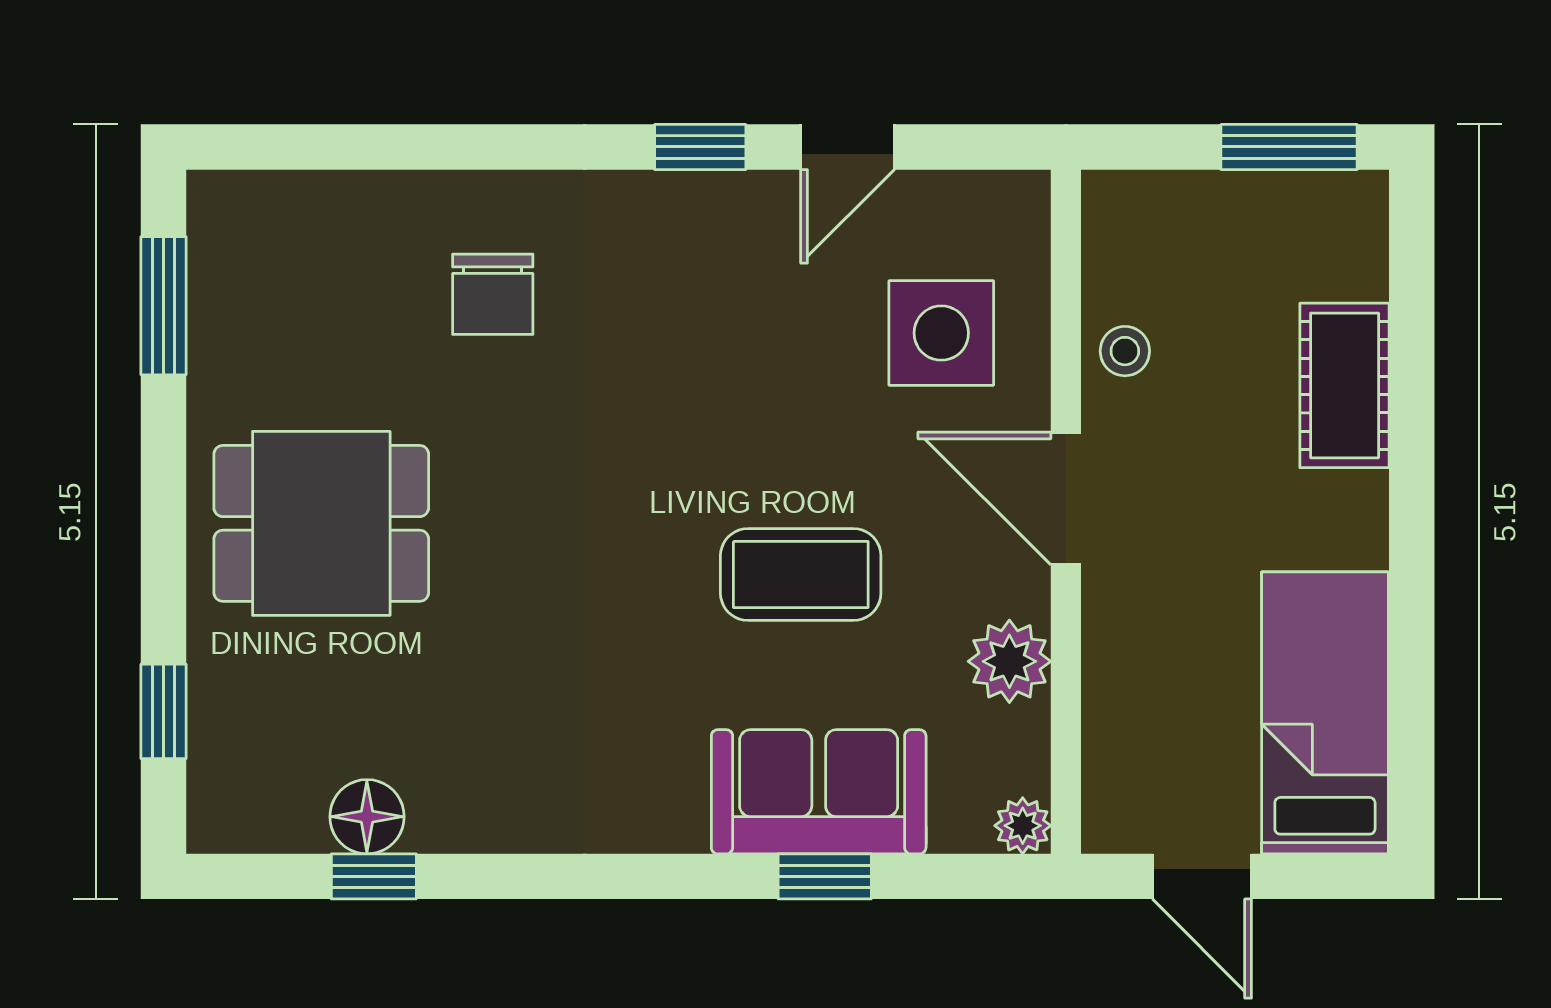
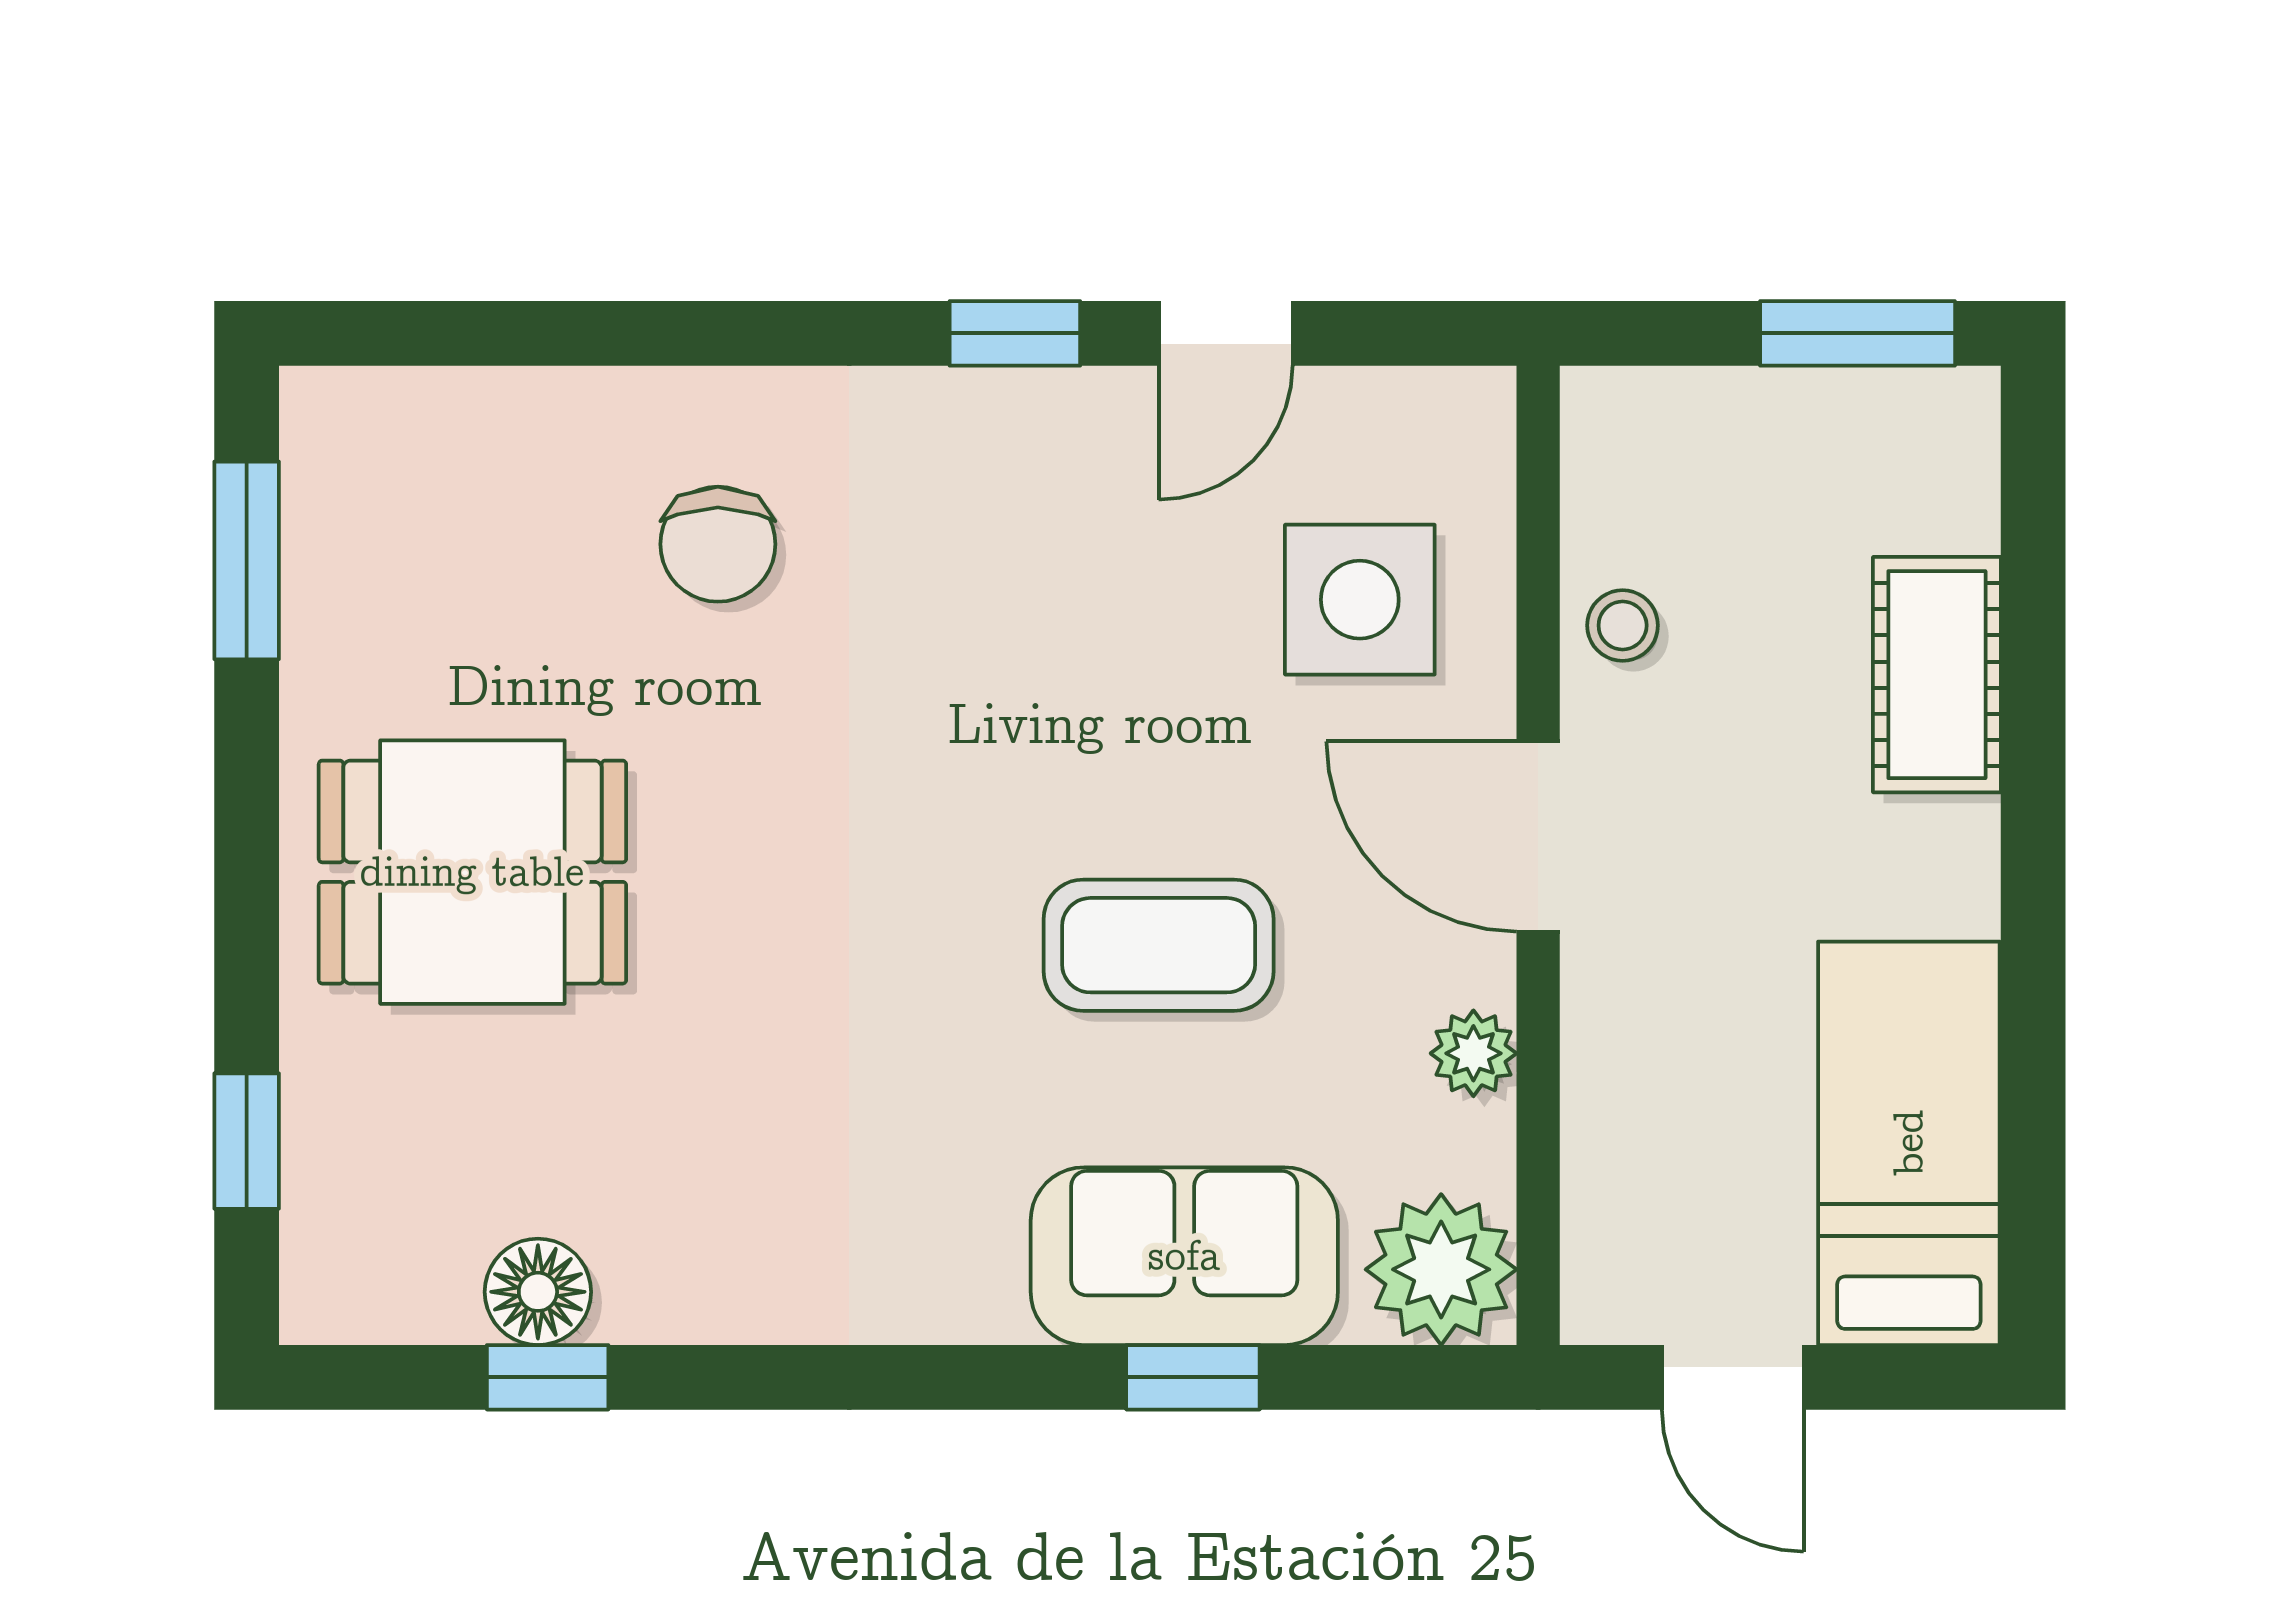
plant: (1009, 661) -> (1473, 1053), width x0.73, depth x0.73
plant: (1023, 826) -> (1441, 1269), width x1.87, depth x1.87

